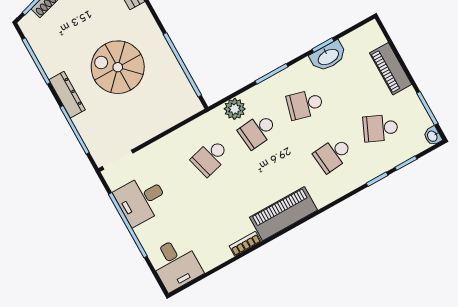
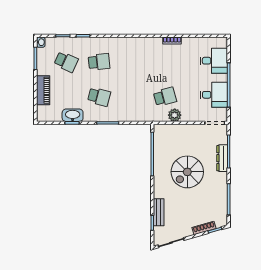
spiral stairs: (118, 67) -> (187, 172), turned 90
dresser: (67, 95) -> (222, 158), moved
plant: (235, 109) -> (175, 115), moved
school desk: (258, 131) -> (132, 97), removed
piano: (283, 214) -> (143, 45), removed
desk: (176, 264) -> (214, 61), moved, turned 90

